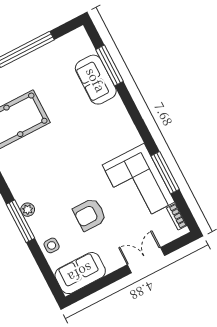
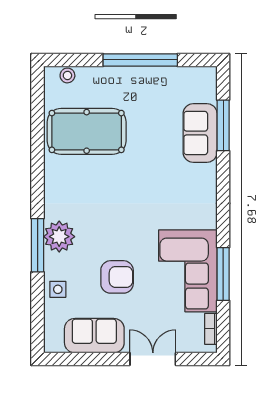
plant: (28, 210) -> (59, 237), width x1.88, depth x1.88
armchair: (90, 214) -> (117, 277), turned 180
sofa: (80, 273) -> (94, 336), moved

